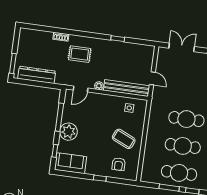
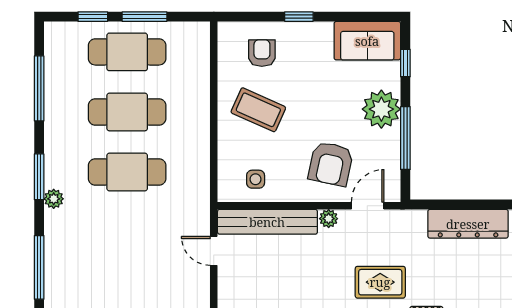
armchair: (95, 110) -> (331, 164), added

